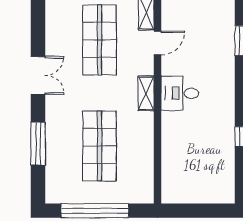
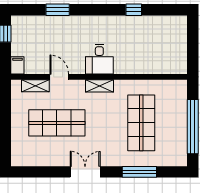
shop shelf: (100, 146) -> (141, 123), turned 90

